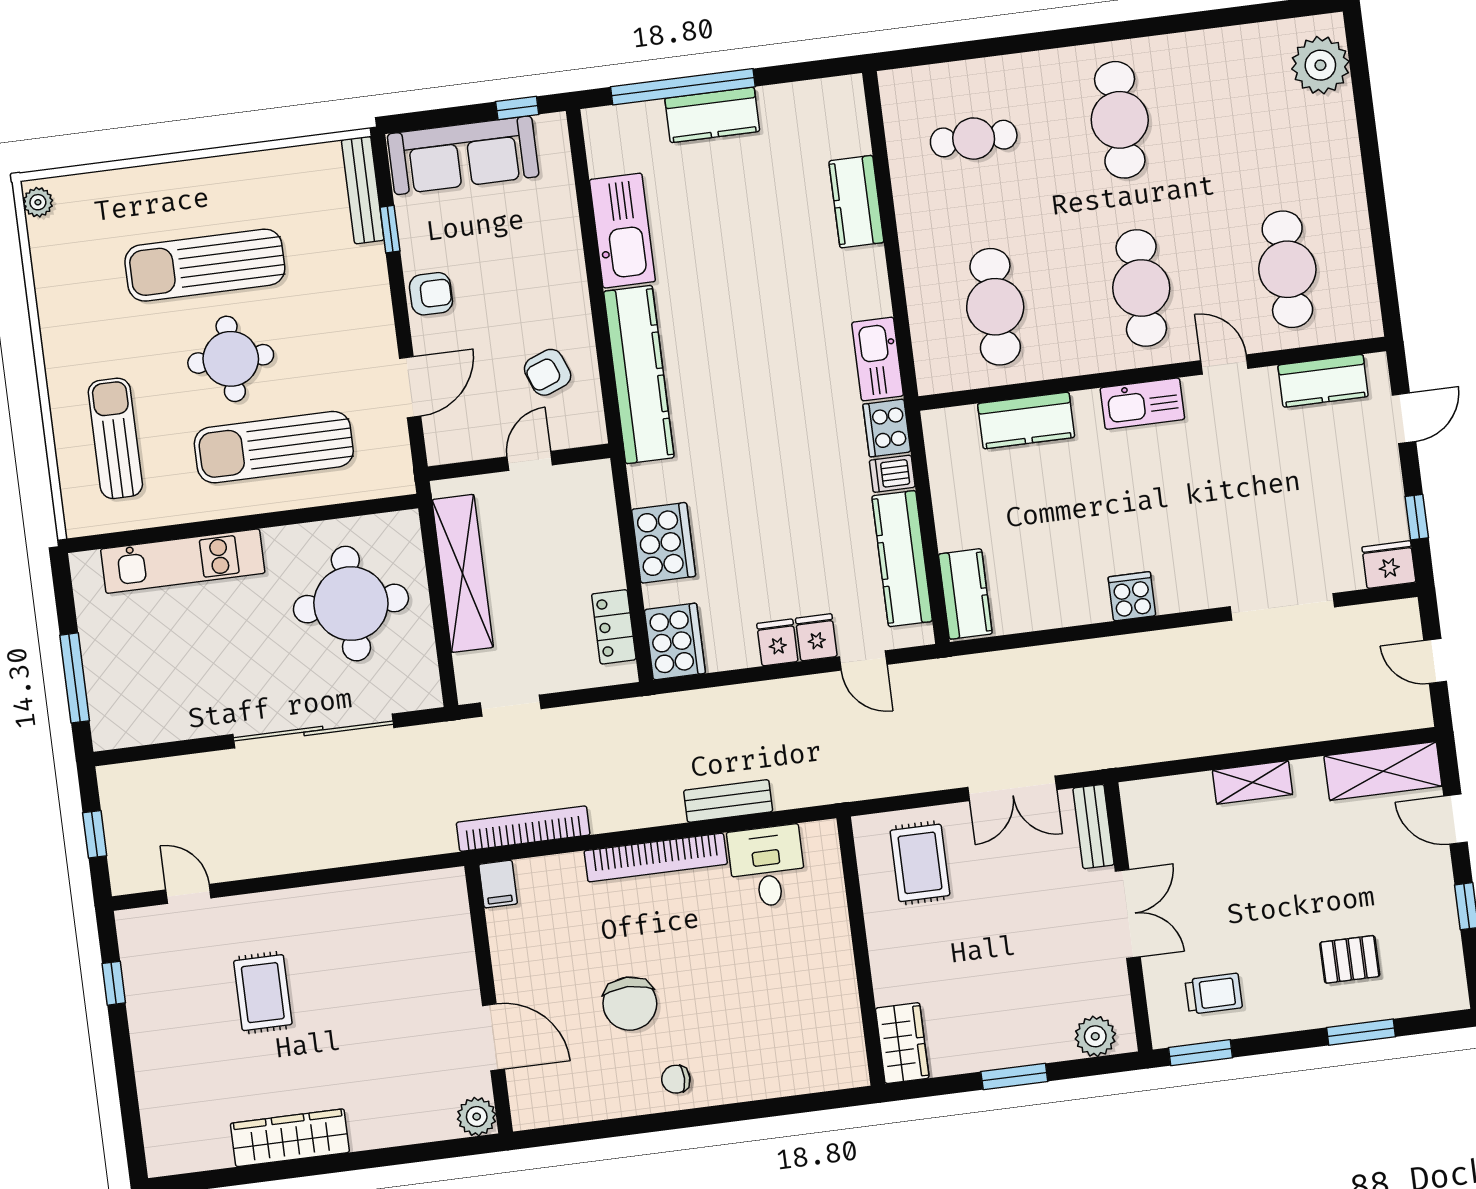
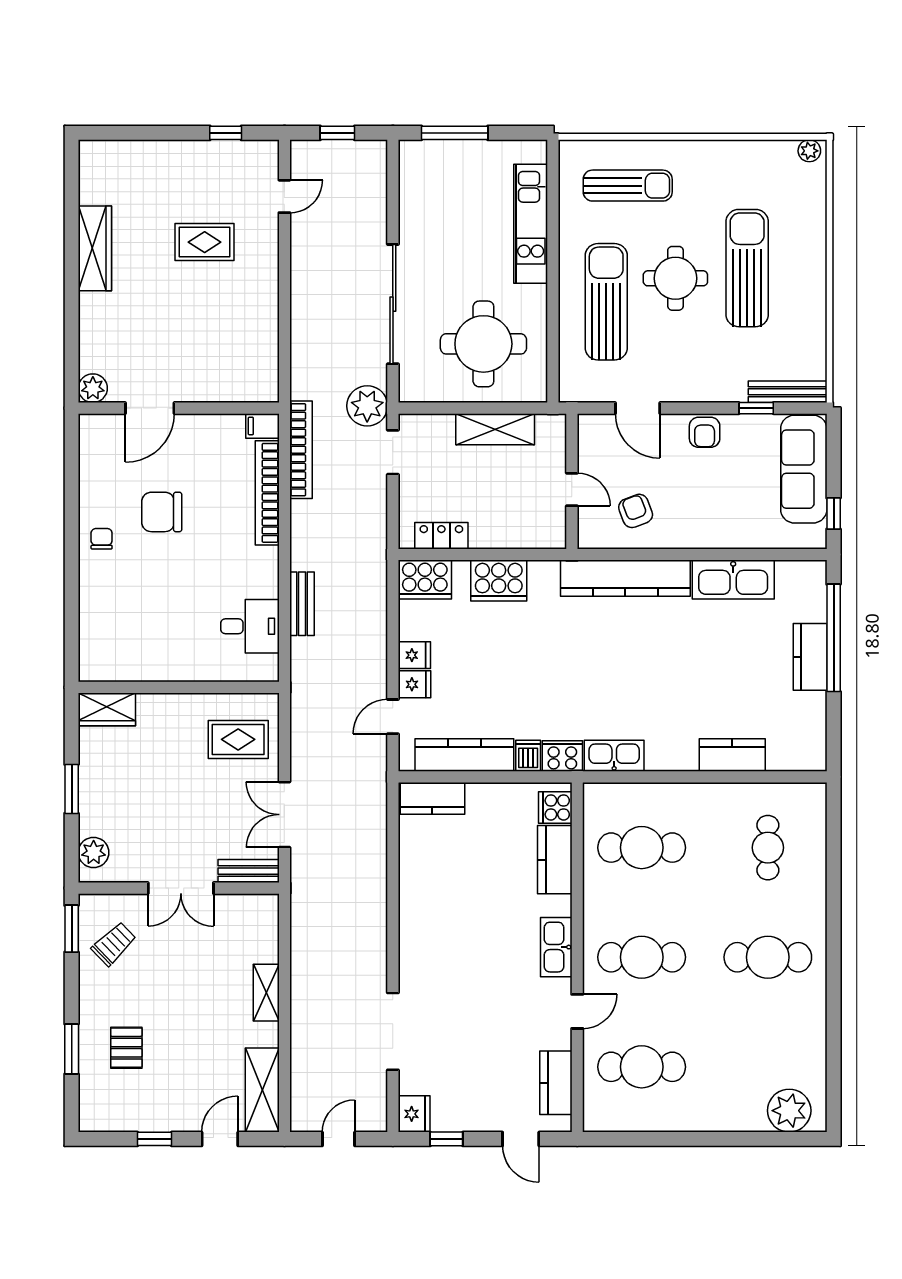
shelving: (463, 573) -> (495, 429), width x0.68
cooker: (1132, 596) -> (555, 807), moved, turned 180
plant: (453, 748) -> (367, 406), added
bookcase: (656, 857) -> (267, 493), moved
trolley: (1214, 994) -> (114, 944), turned -134

